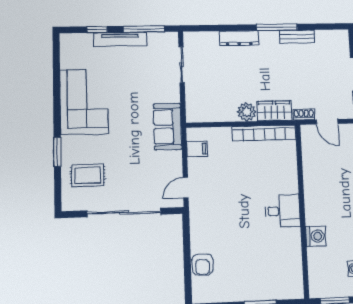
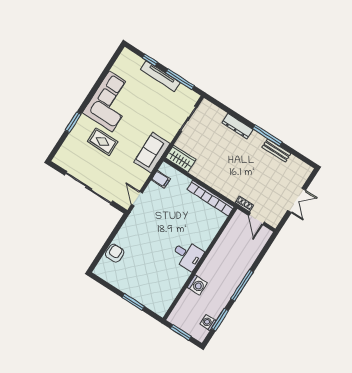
wardrobe: (274, 111) -> (181, 159), moved
plant: (247, 112) -> (209, 177), removed
rug: (88, 175) -> (103, 142), moved
door: (186, 188) -> (137, 199), hinge flipped
armchair: (203, 264) -> (115, 253), turned 180

